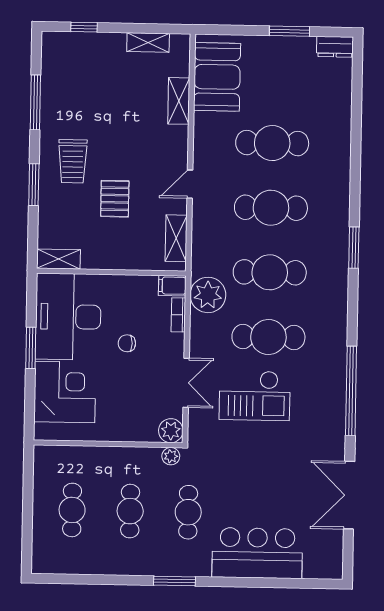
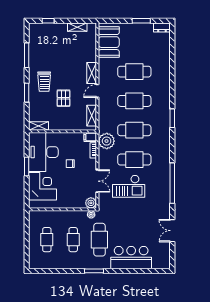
shelving: (179, 101) -> (92, 73), moved
double door: (349, 495) -> (172, 231), width x0.73
cafe table: (188, 512) -> (99, 240), width x1.37, depth x1.35

